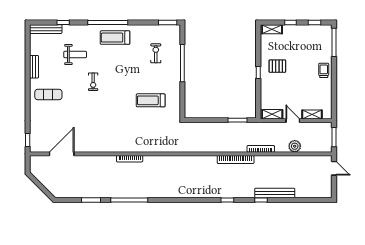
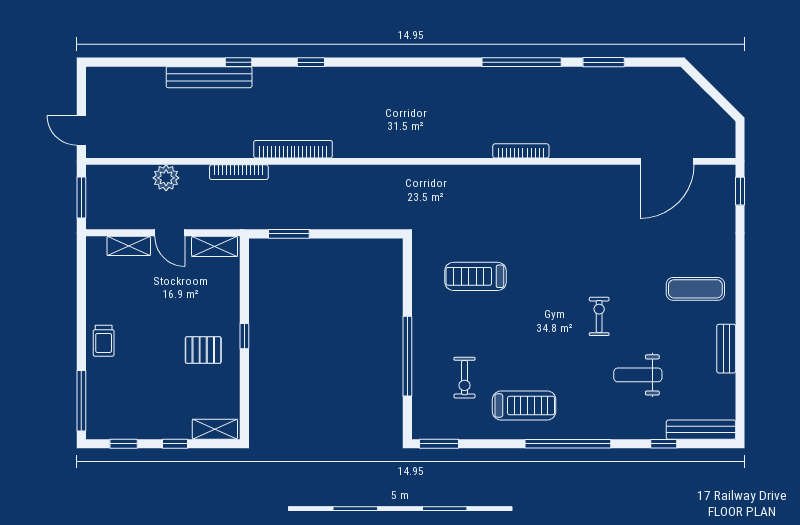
treadmill: (115, 38) -> (524, 406), moved
treadmill: (151, 100) -> (476, 276), turned 180

